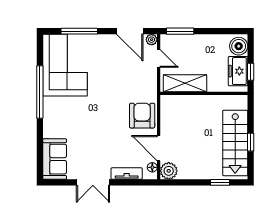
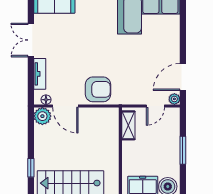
window: (79, 31) -> (183, 26), removed
window: (180, 31) -> (183, 150), moved
shelving: (185, 83) -> (128, 125), width x0.67, depth x0.75
door: (159, 148) -> (65, 106), swing flipped

